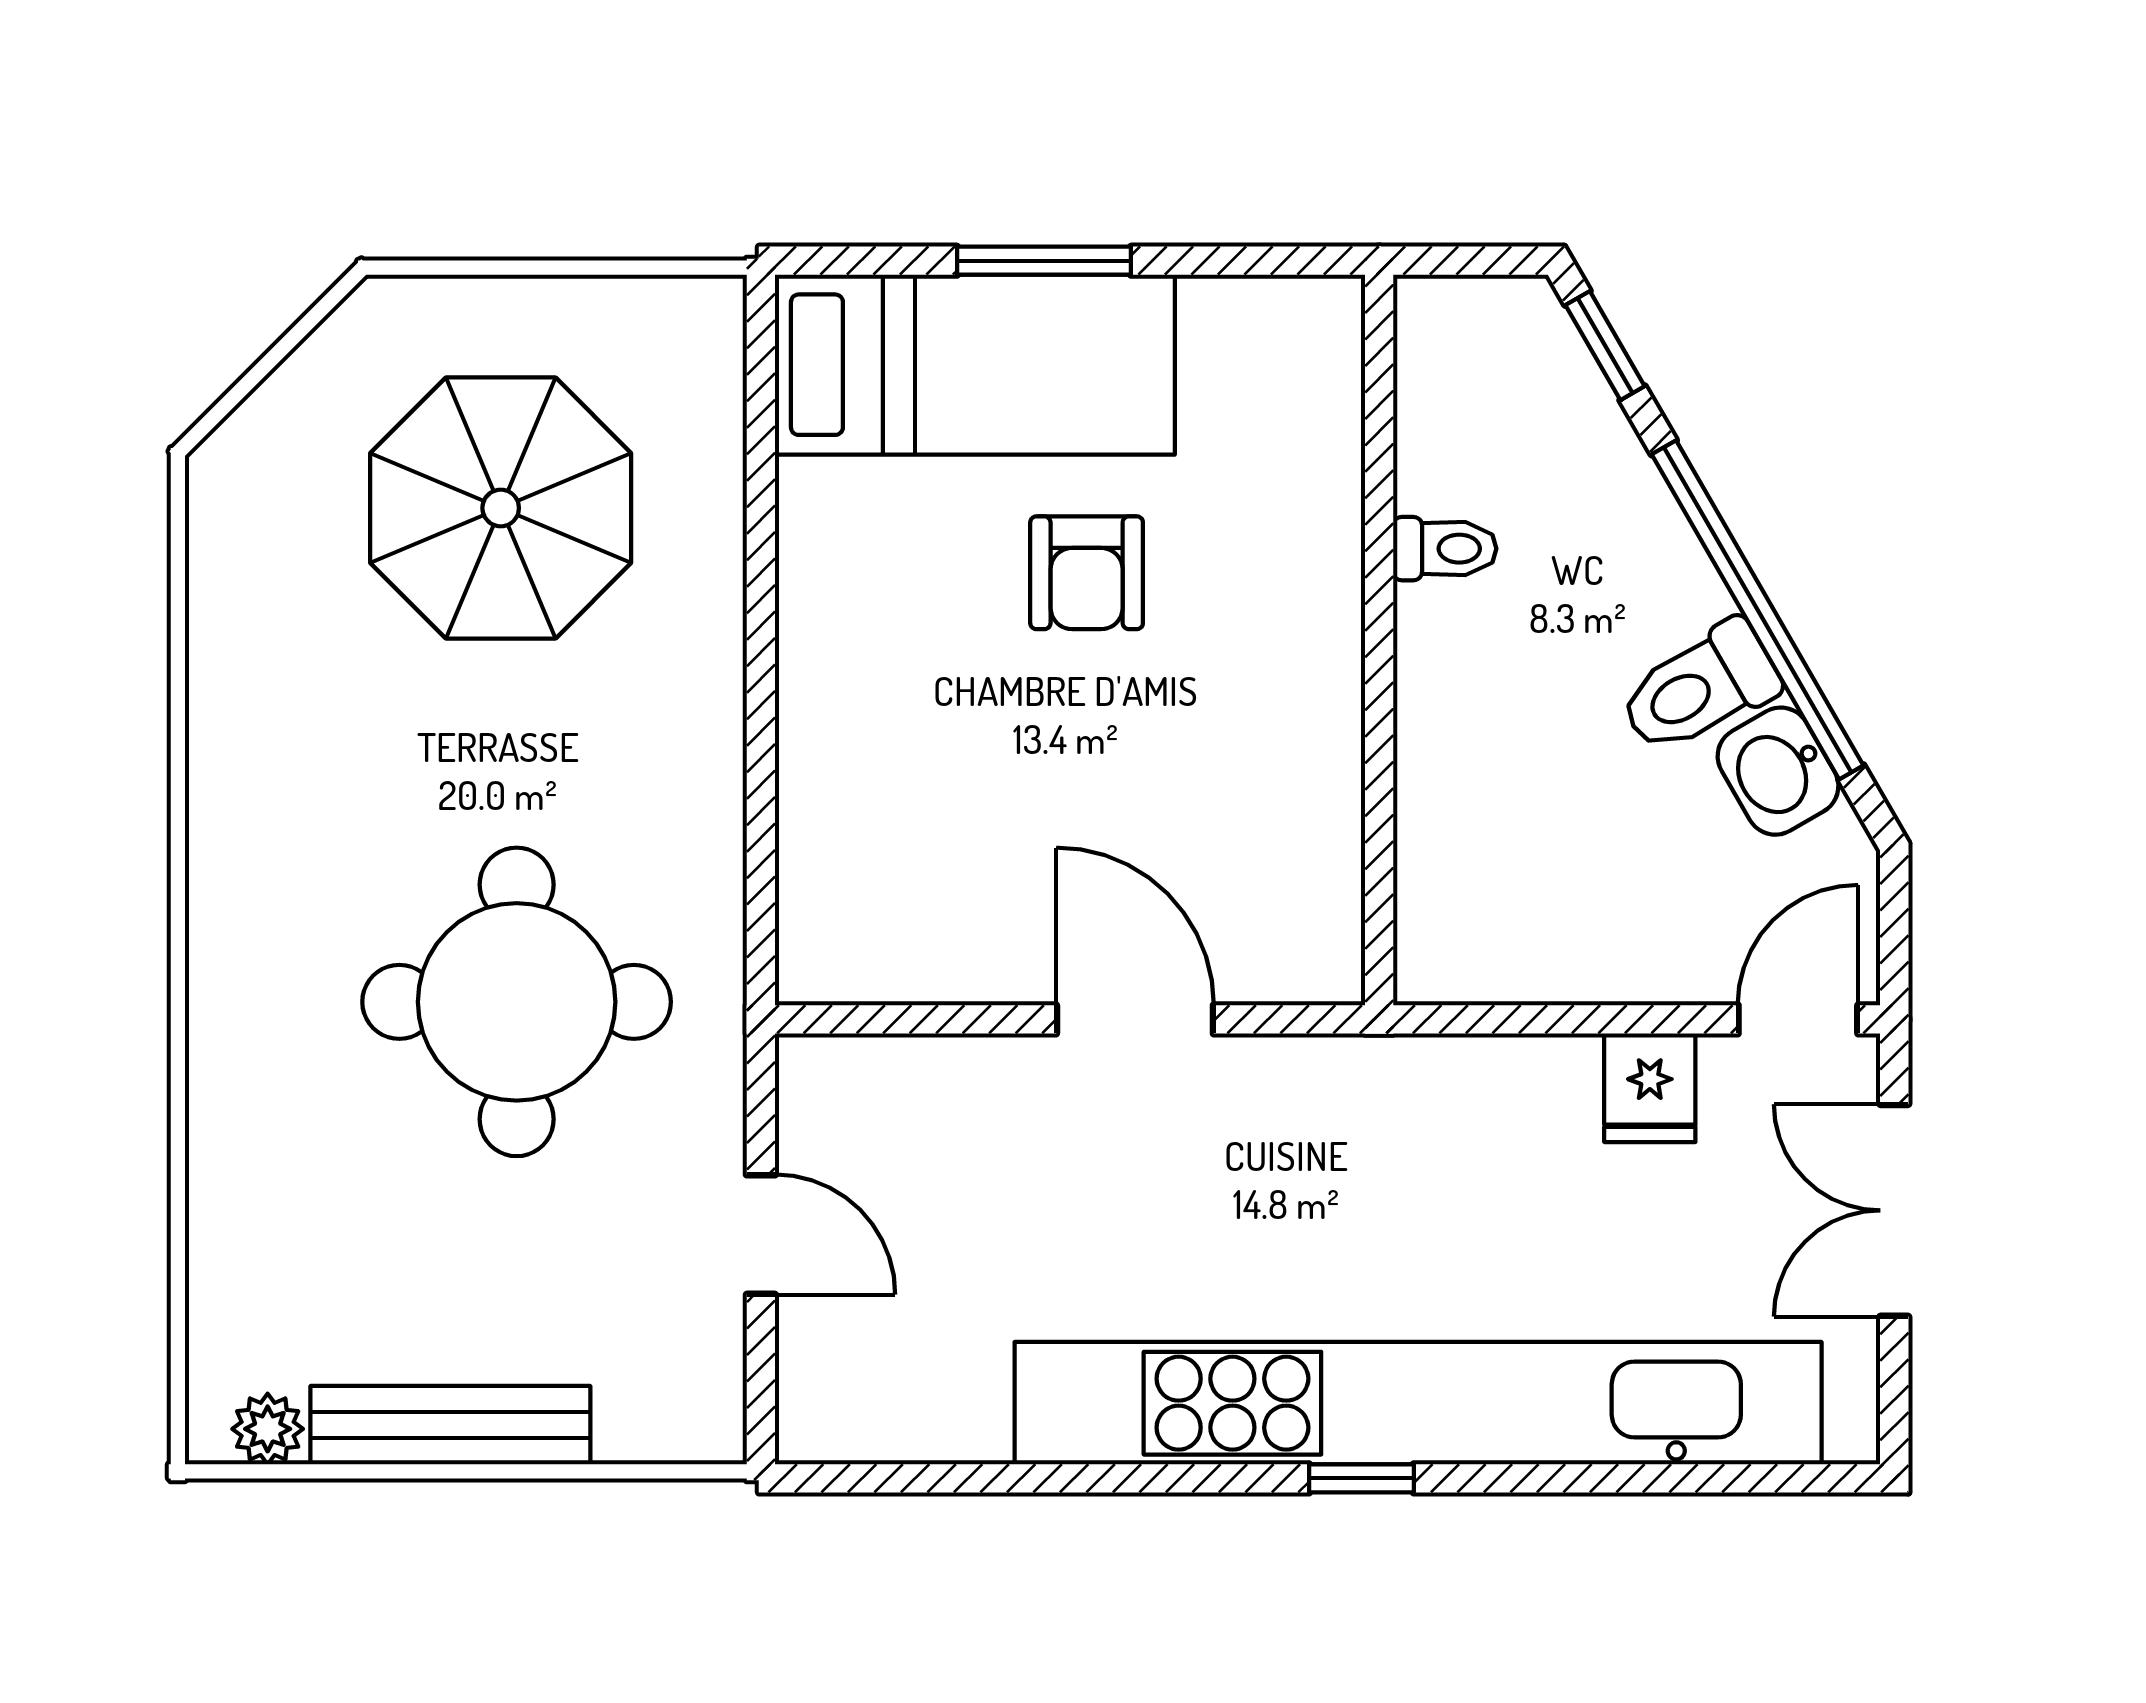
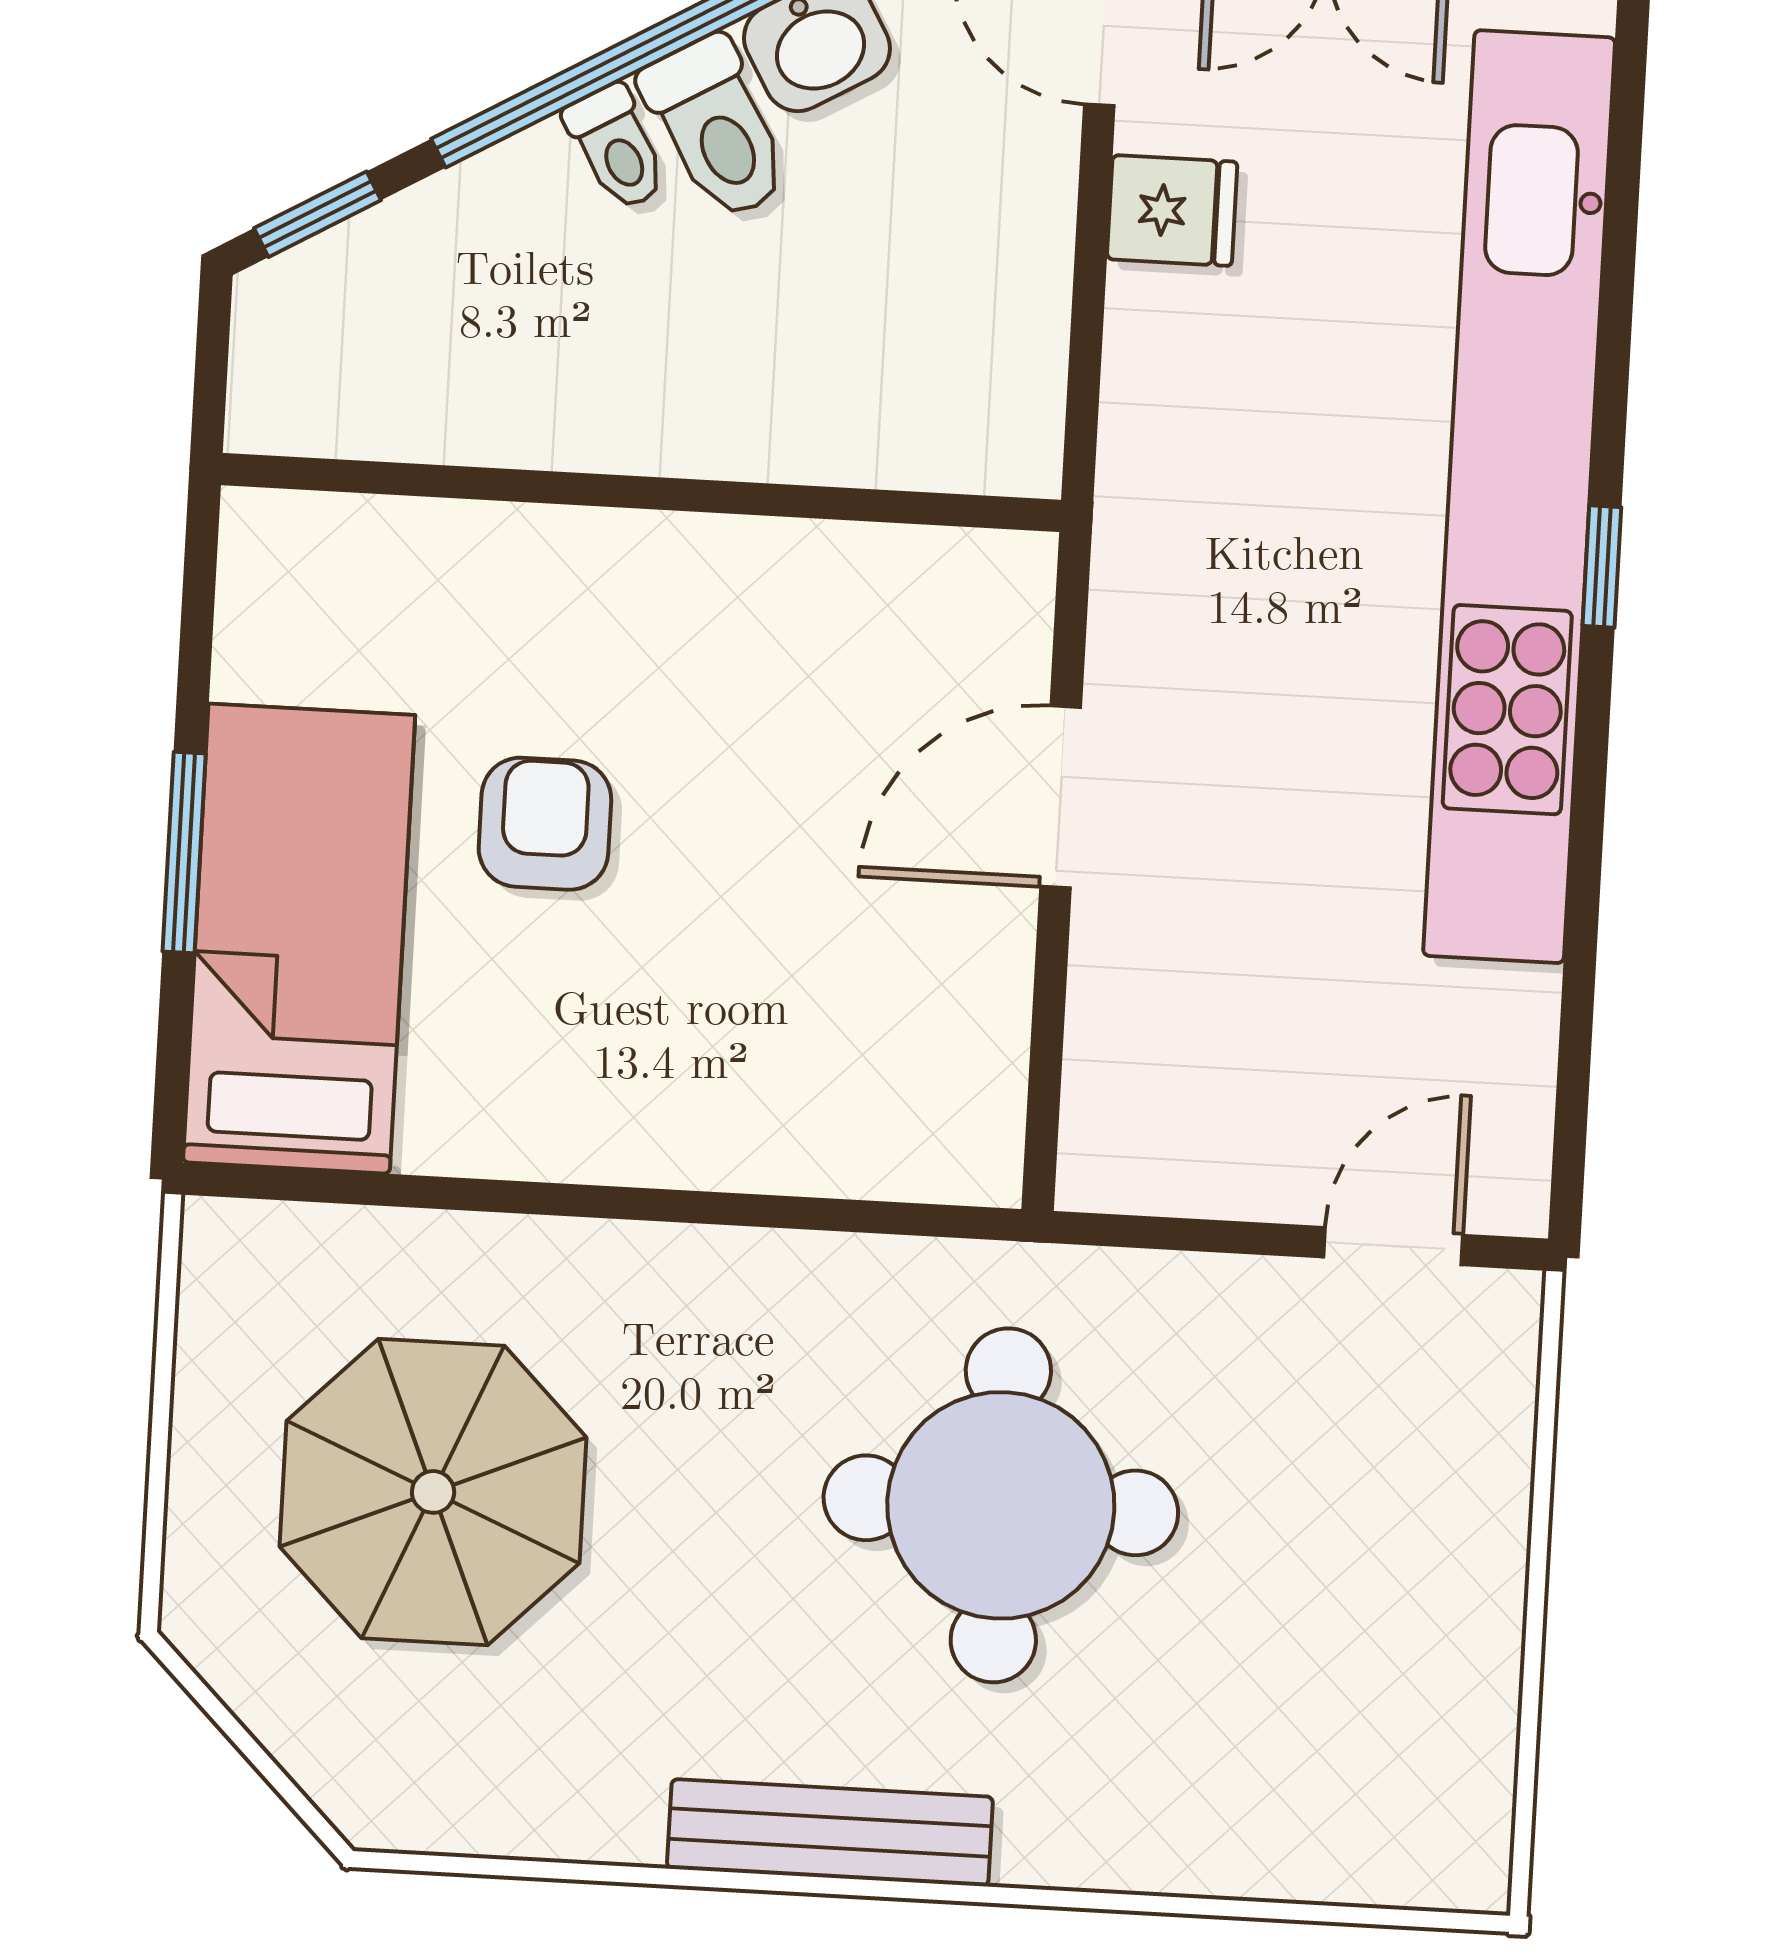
toilet: (1445, 549) -> (617, 148), moved, turned 150
armchair: (1087, 573) -> (545, 824), turned -90
door: (761, 1235) -> (1393, 1246), moved
bench: (450, 1425) -> (830, 1833), moved, turned 90
plant: (268, 1429) -> (1475, 1818), removed

